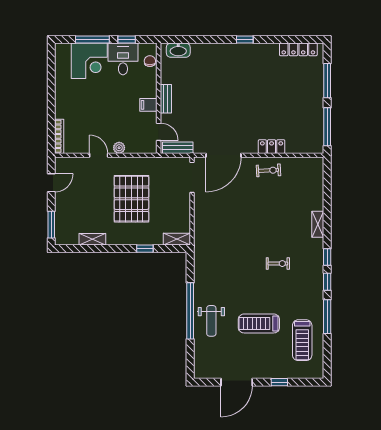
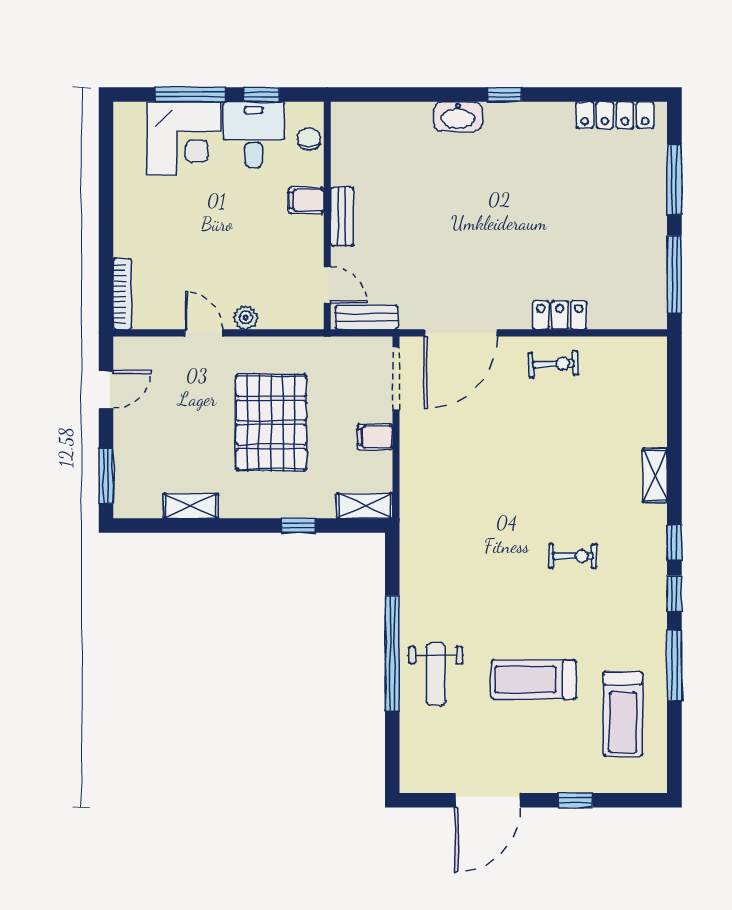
washbasin: (178, 50) -> (458, 117), moved
filing cabinet: (148, 105) -> (306, 200), moved
filing cabinet: (182, 206) -> (375, 437), added

